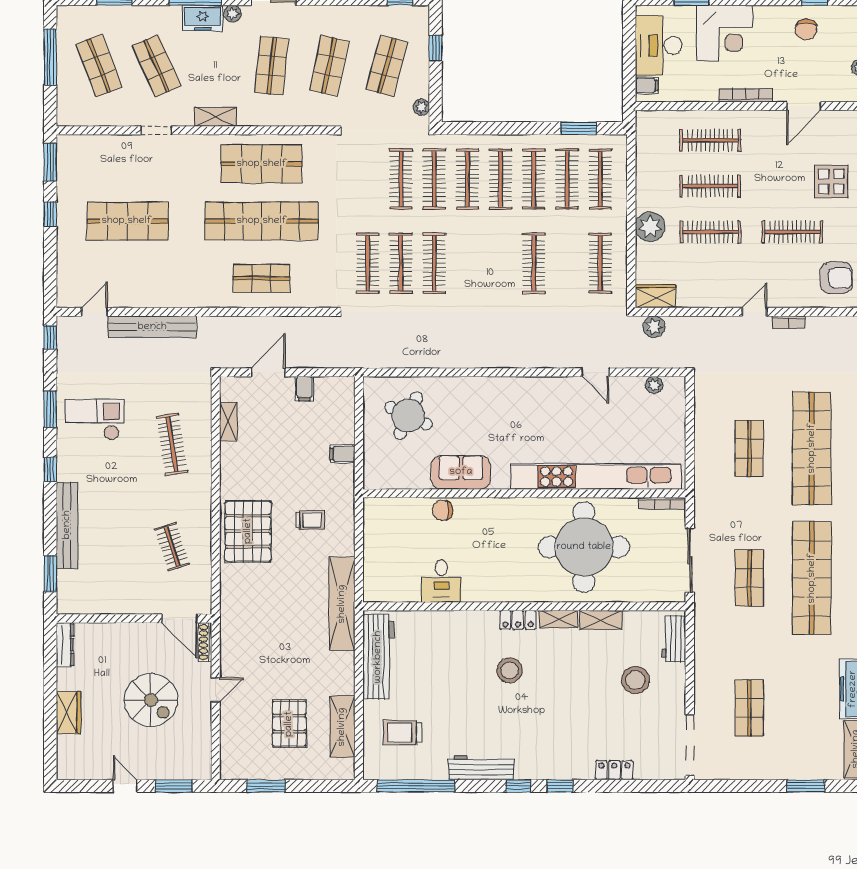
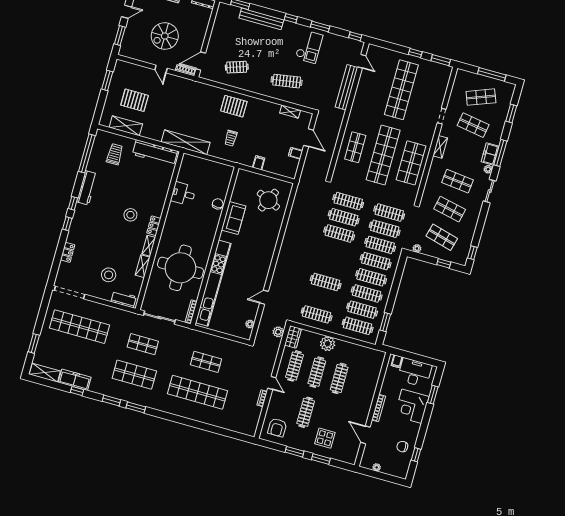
shop shelf: (157, 66) -> (473, 125), turned 33
clothes rail: (710, 140) -> (294, 366), moved
clothes rail: (368, 179) -> (389, 213), added
shop shelf: (127, 221) -> (401, 90), width x1.40
pallet: (248, 531) -> (234, 106), width x0.73, depth x0.71
shop shelf: (812, 578) -> (134, 375), width x0.71
shop shelf: (749, 708) -> (80, 327), width x2.00, depth x1.36

